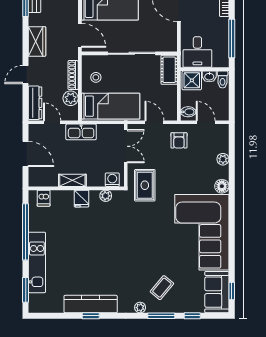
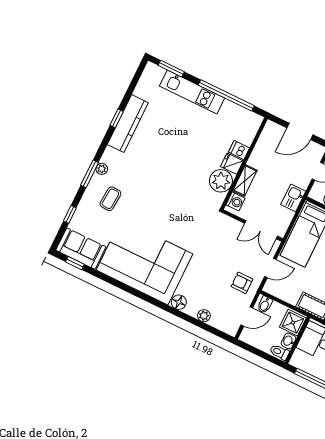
kitchen sink: (81, 132) -> (293, 198), width x0.73
shelving: (72, 180) -> (245, 181), moved
rug: (145, 185) -> (215, 230), removed
plant: (106, 196) -> (221, 181), width x1.88, depth x1.88
dishwasher: (44, 198) -> (239, 150), moved
coffee table: (162, 288) -> (110, 199), turned 54
window: (161, 316) -> (90, 174), moved

